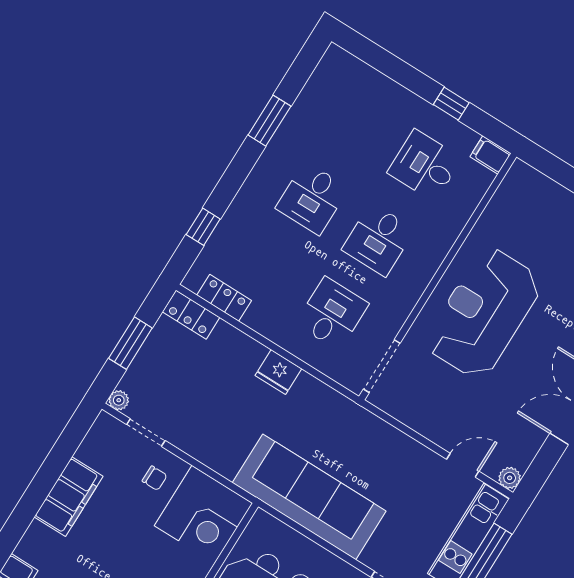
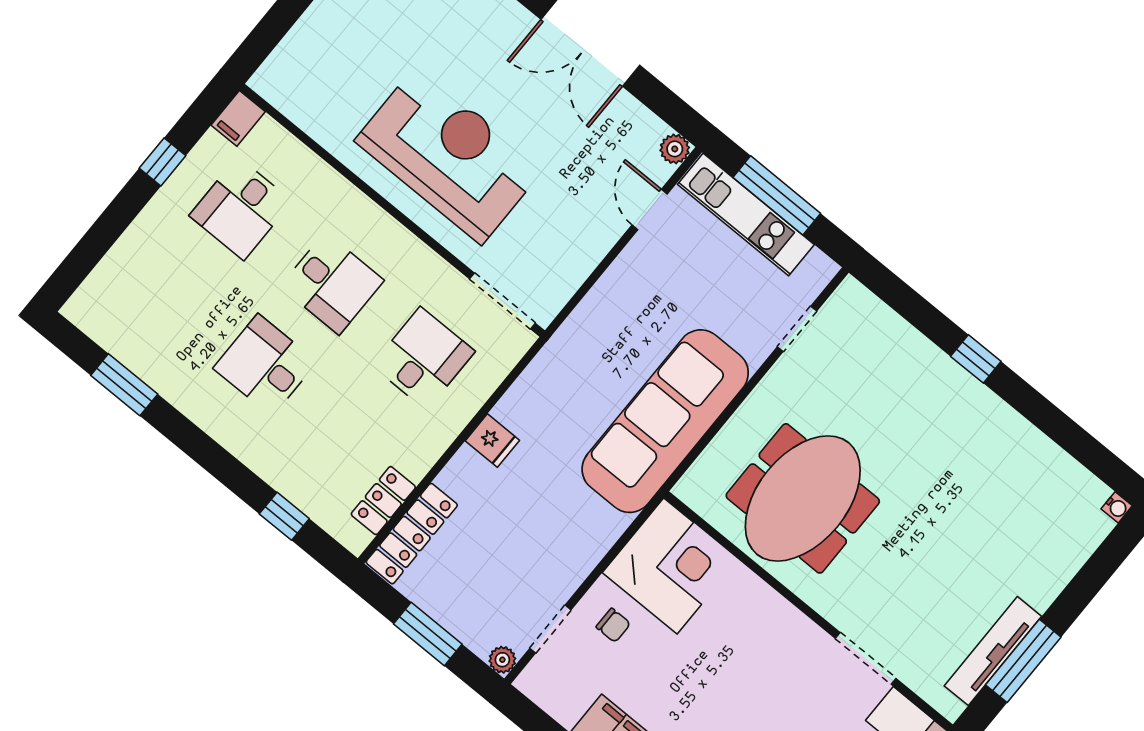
window: (269, 121) -> (124, 385), moved
desk: (312, 198) -> (265, 365), turned 180
reception desk: (484, 313) -> (449, 155), turned 180
desk: (332, 314) -> (423, 358), turned 90
locker: (191, 315) -> (412, 534), width x1.53
fridge: (278, 372) -> (492, 441), width x0.72
chair: (155, 478) -> (613, 625), turned 90

